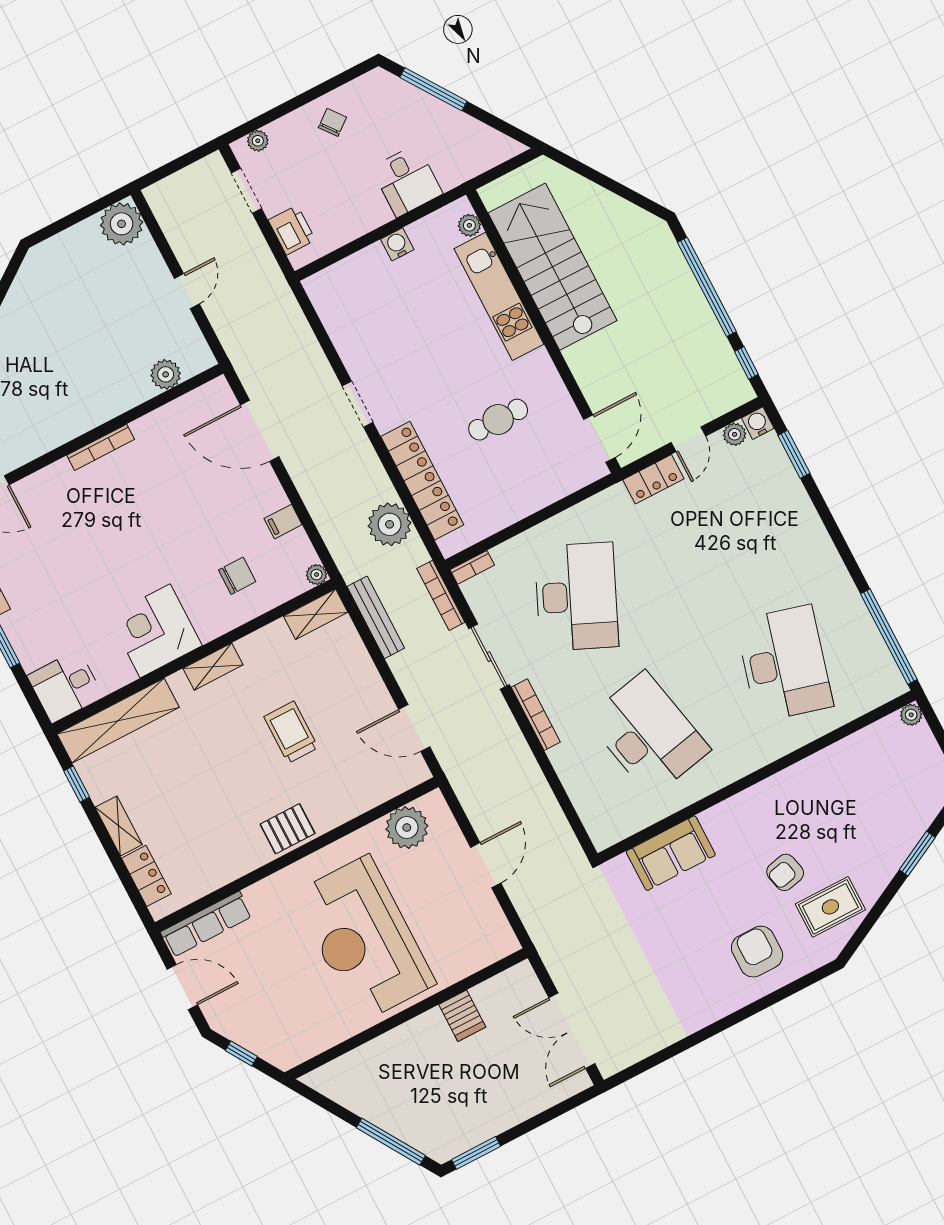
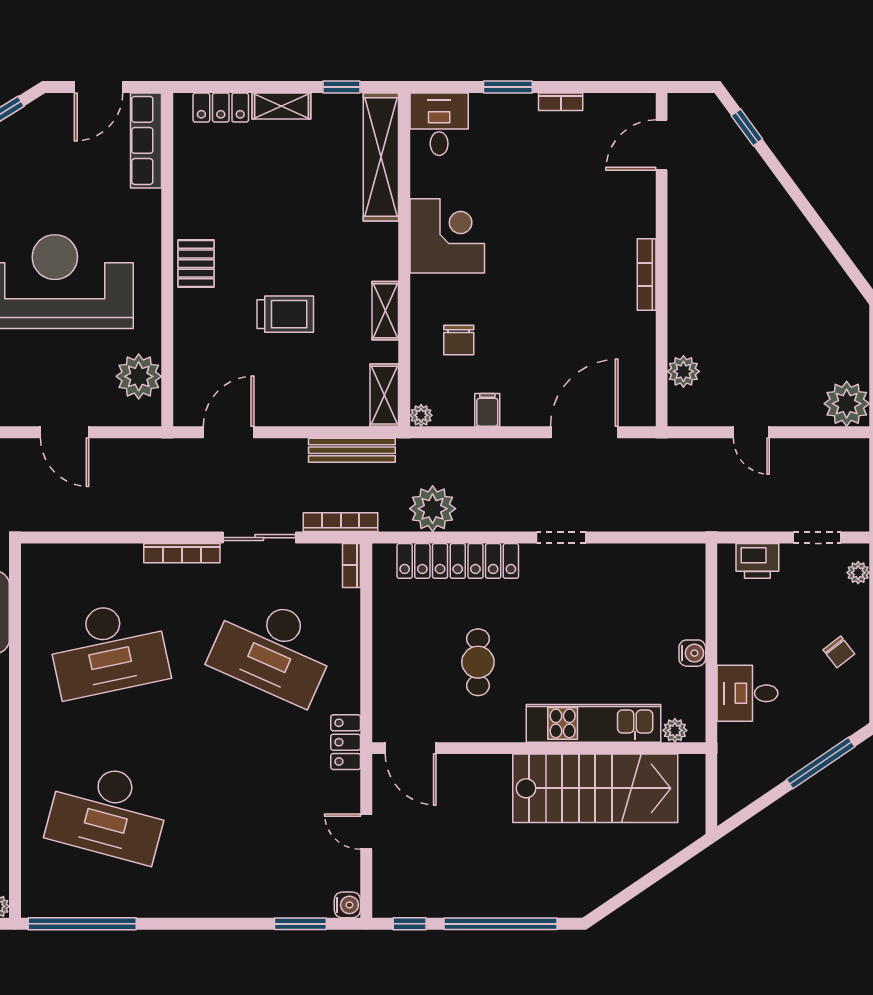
plant: (735, 434) -> (348, 878), removed
locker: (653, 479) -> (346, 742), moved
shelving: (213, 667) -> (385, 311), moved

